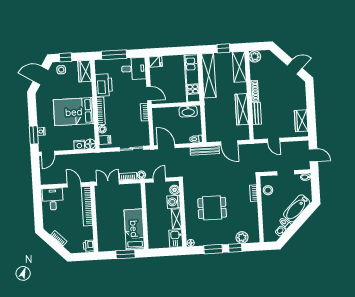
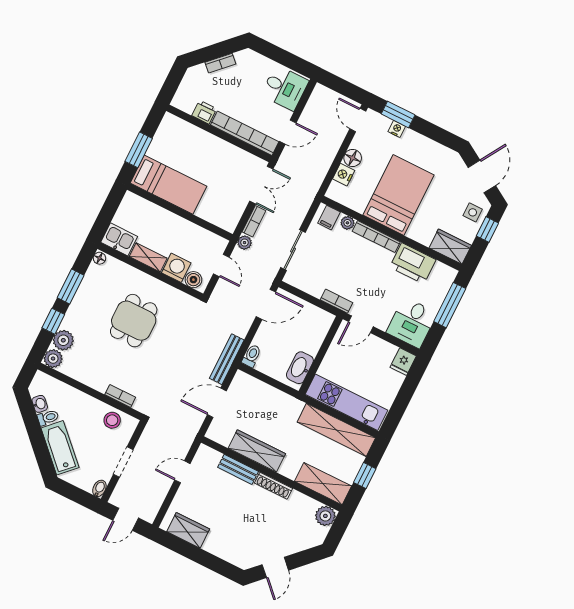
floor lamp: (90, 144) -> (353, 158), moved
plant: (254, 237) -> (53, 359), added
printer: (89, 246) -> (204, 112), moved

